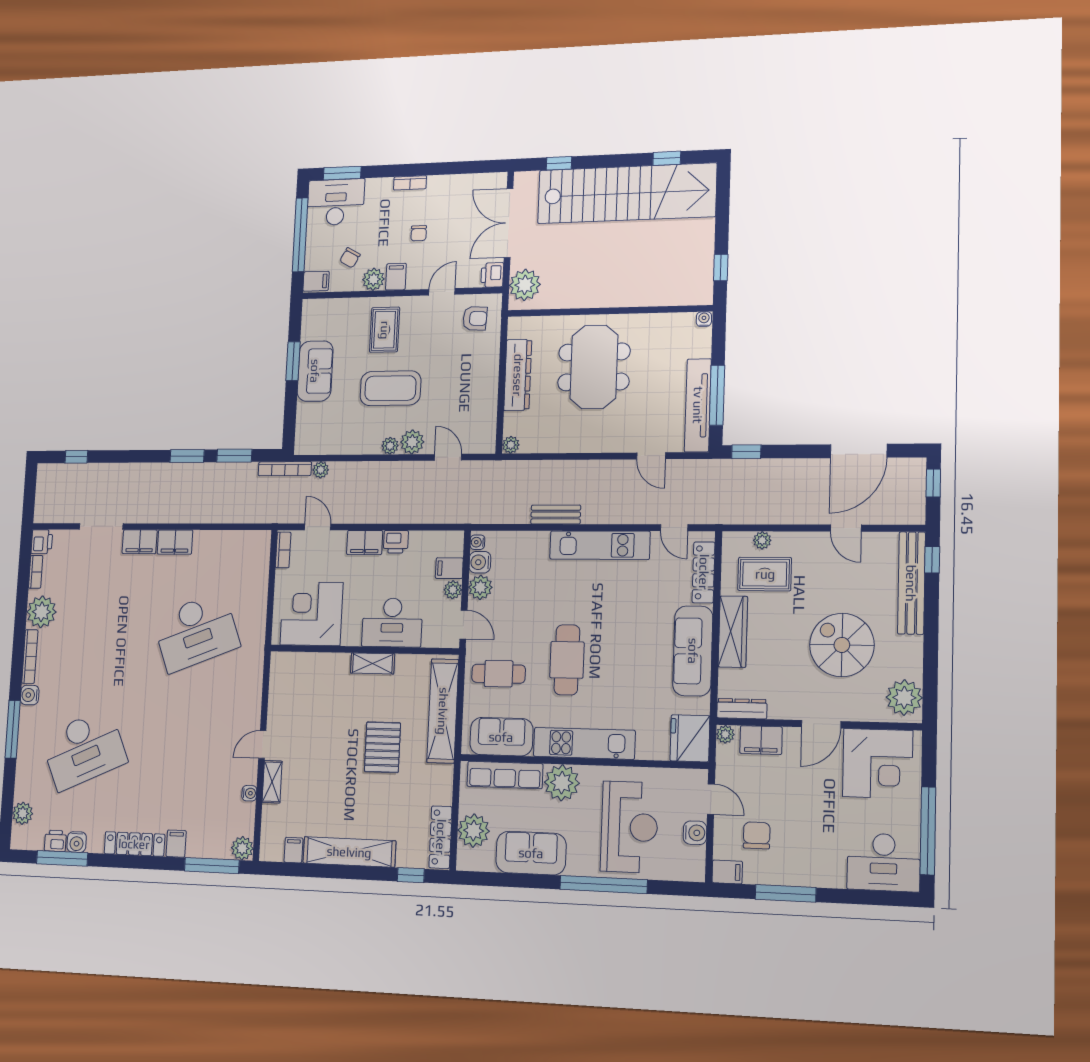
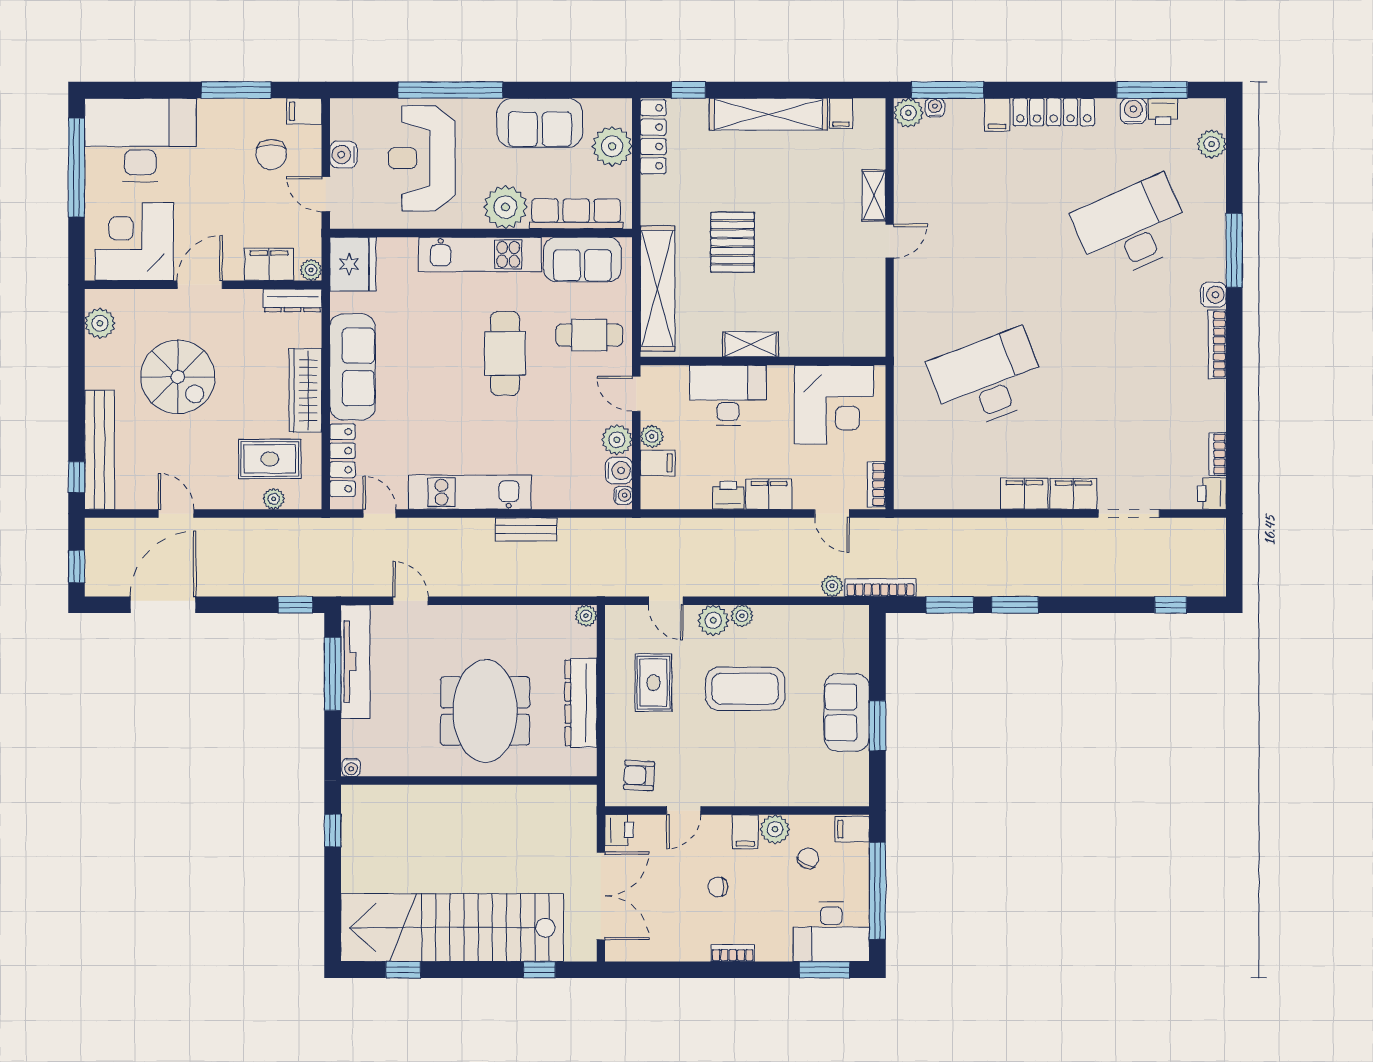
chair: (419, 233) -> (718, 887), turned -90
plant: (525, 285) -> (577, 816), removed
rug: (385, 330) -> (653, 683), moved
plant: (42, 612) -> (1205, 402), removed
plant: (904, 698) -> (100, 323), width x0.73, depth x0.73
water cooler: (249, 793) -> (935, 108), moved, turned 90
desk: (884, 862) -> (140, 140), width x1.36, depth x1.30

